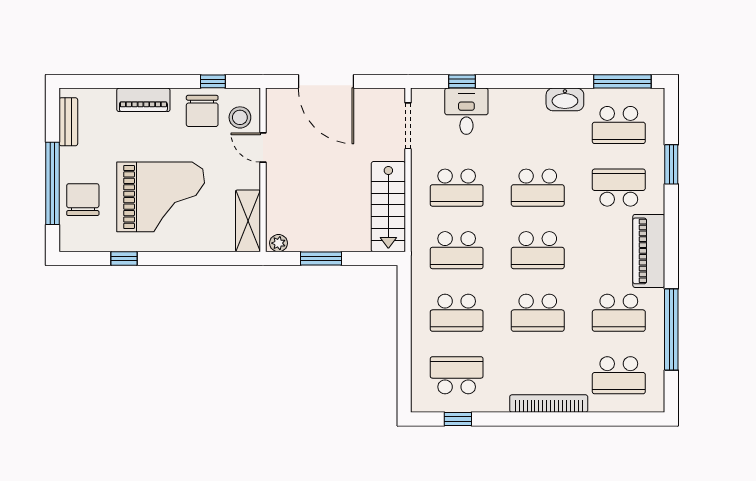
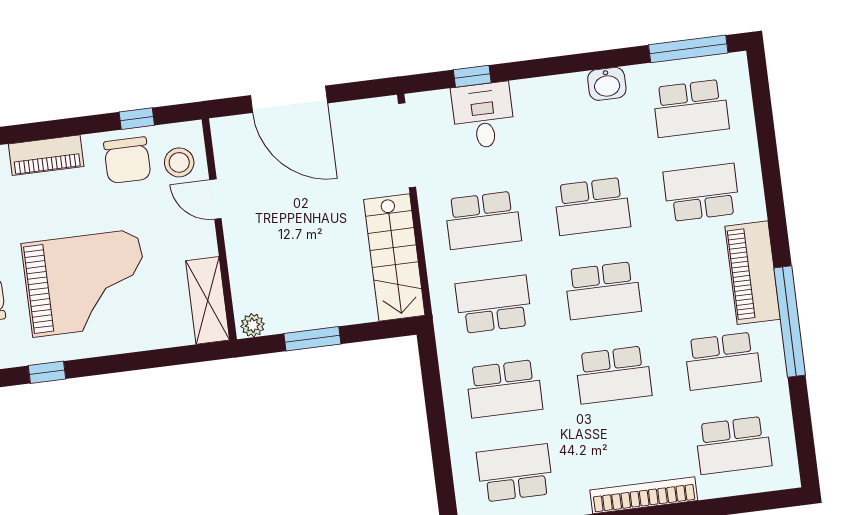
washbasin: (565, 99) -> (607, 84), width x0.72
doorway: (408, 126) -> (407, 145), width x1.36
window: (671, 164) -> (768, 152), removed
school desk: (457, 250) -> (494, 304), turned 180
window: (671, 329) -> (790, 321), moved

